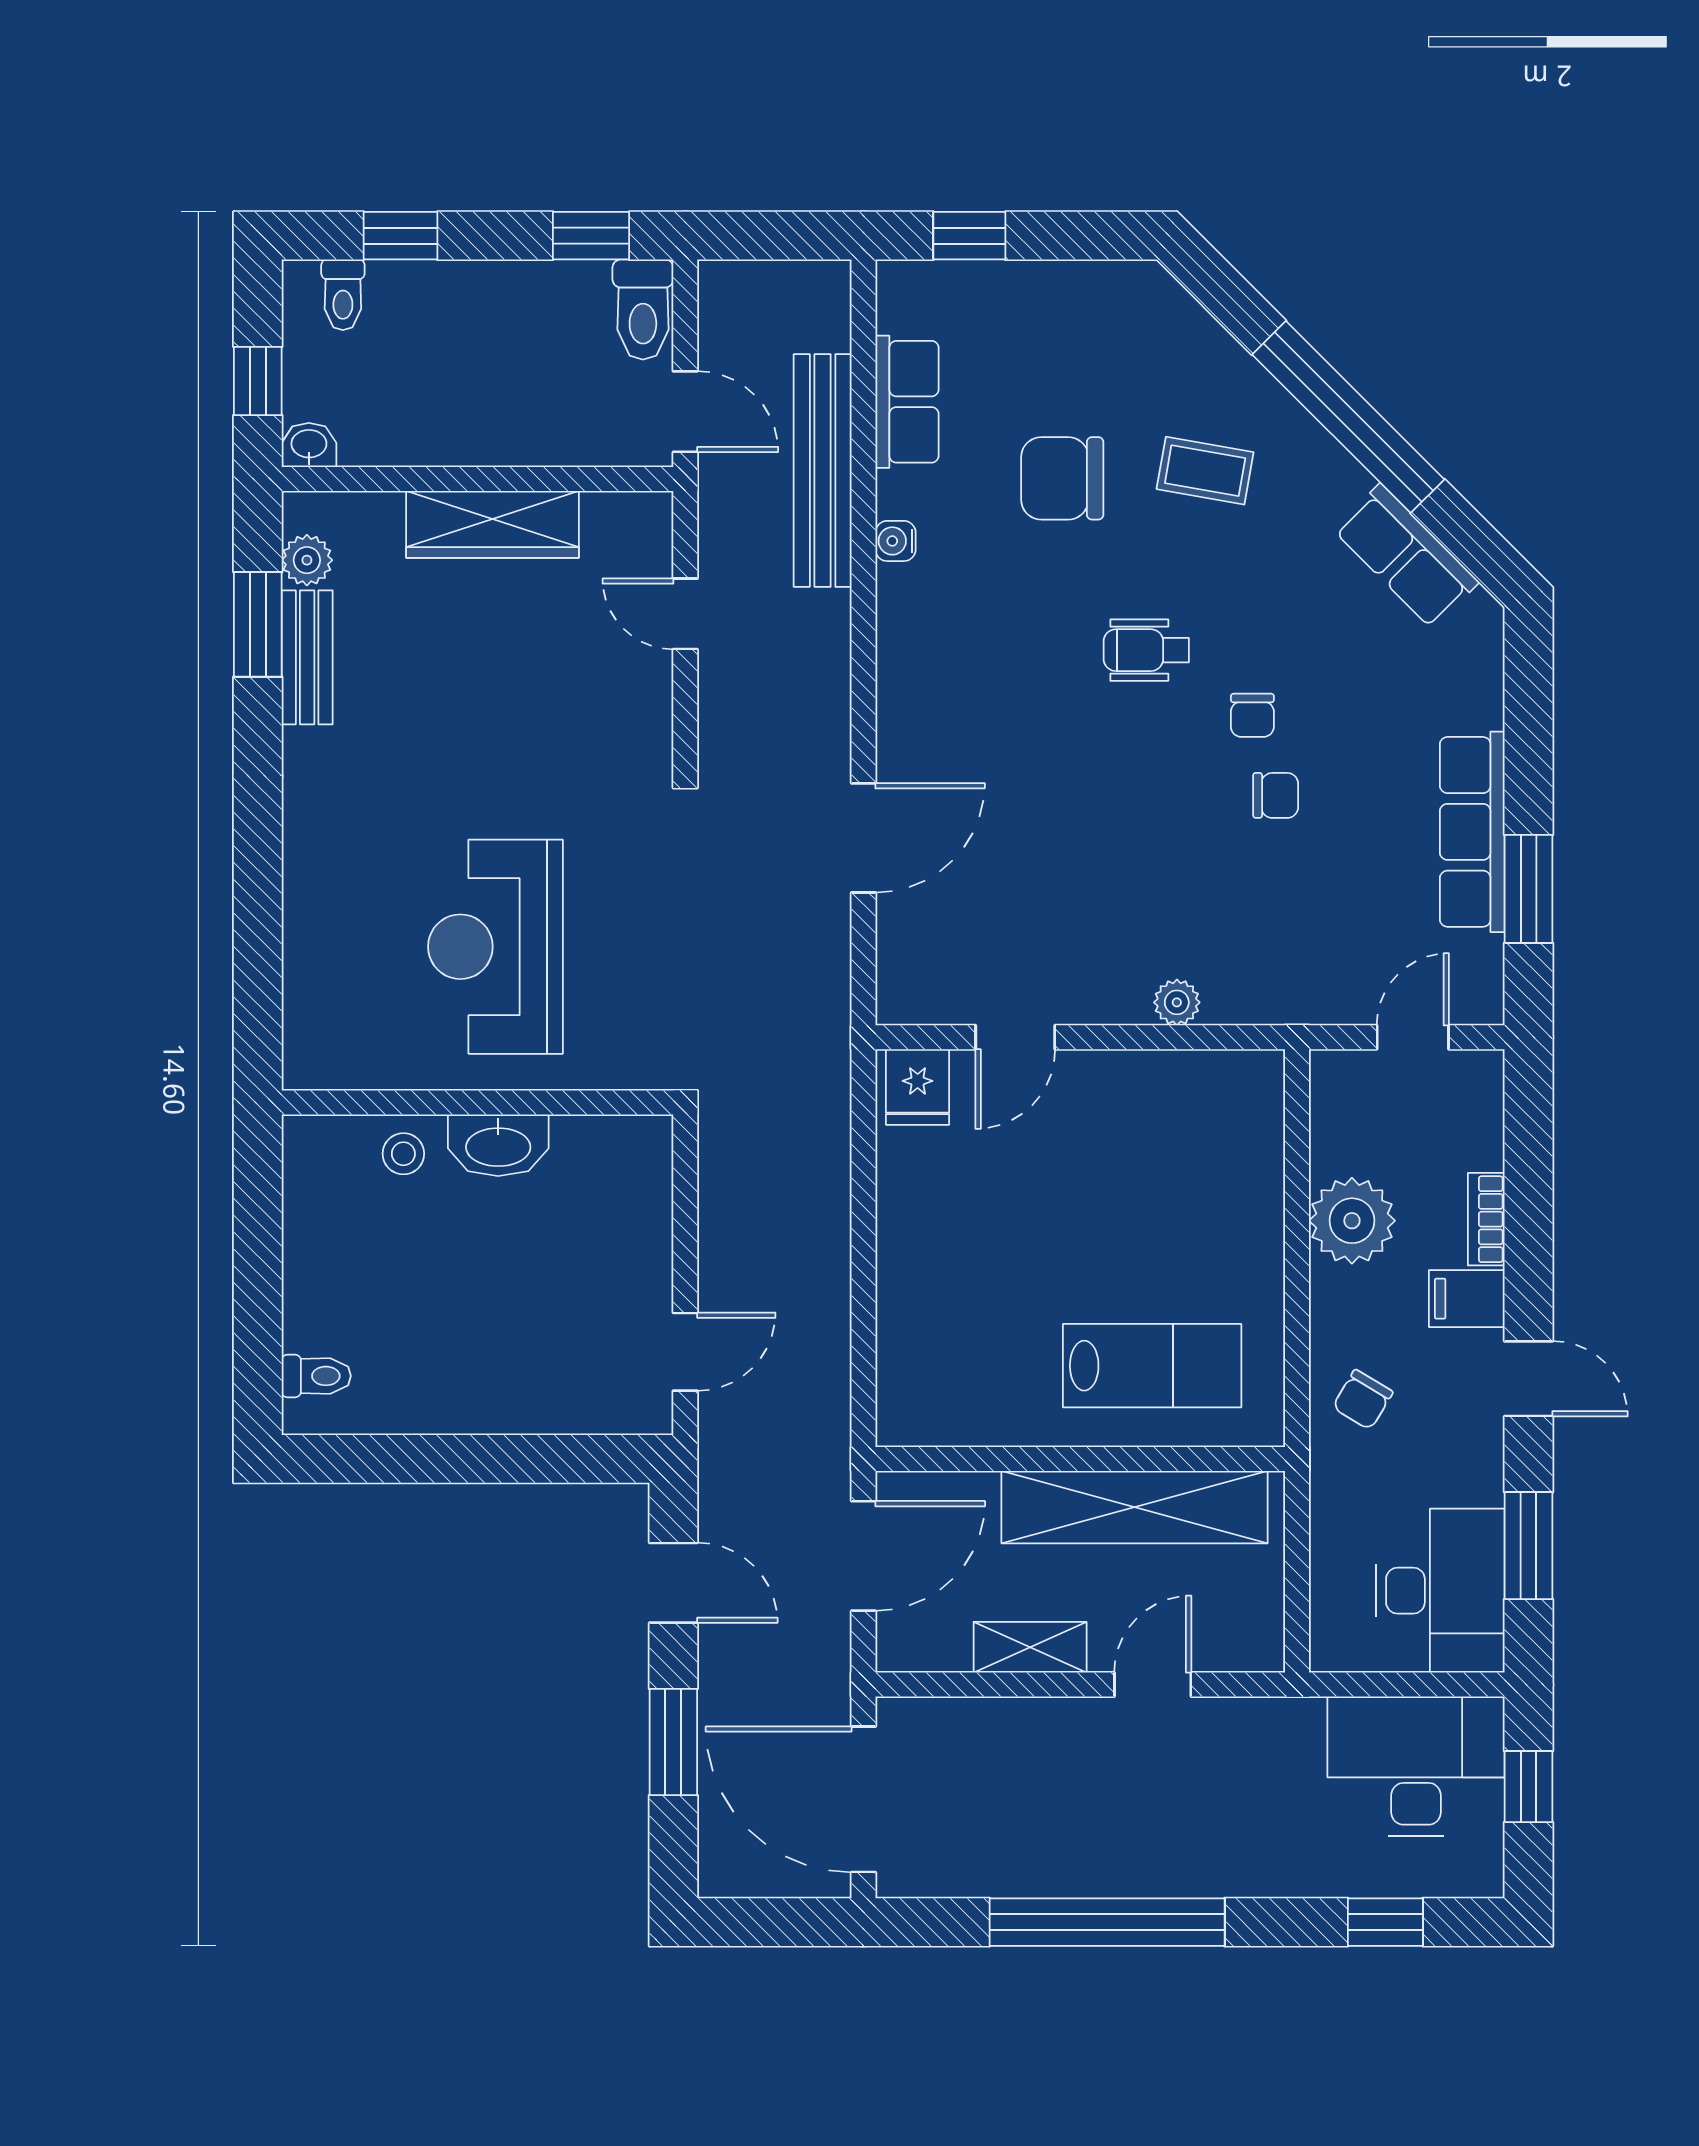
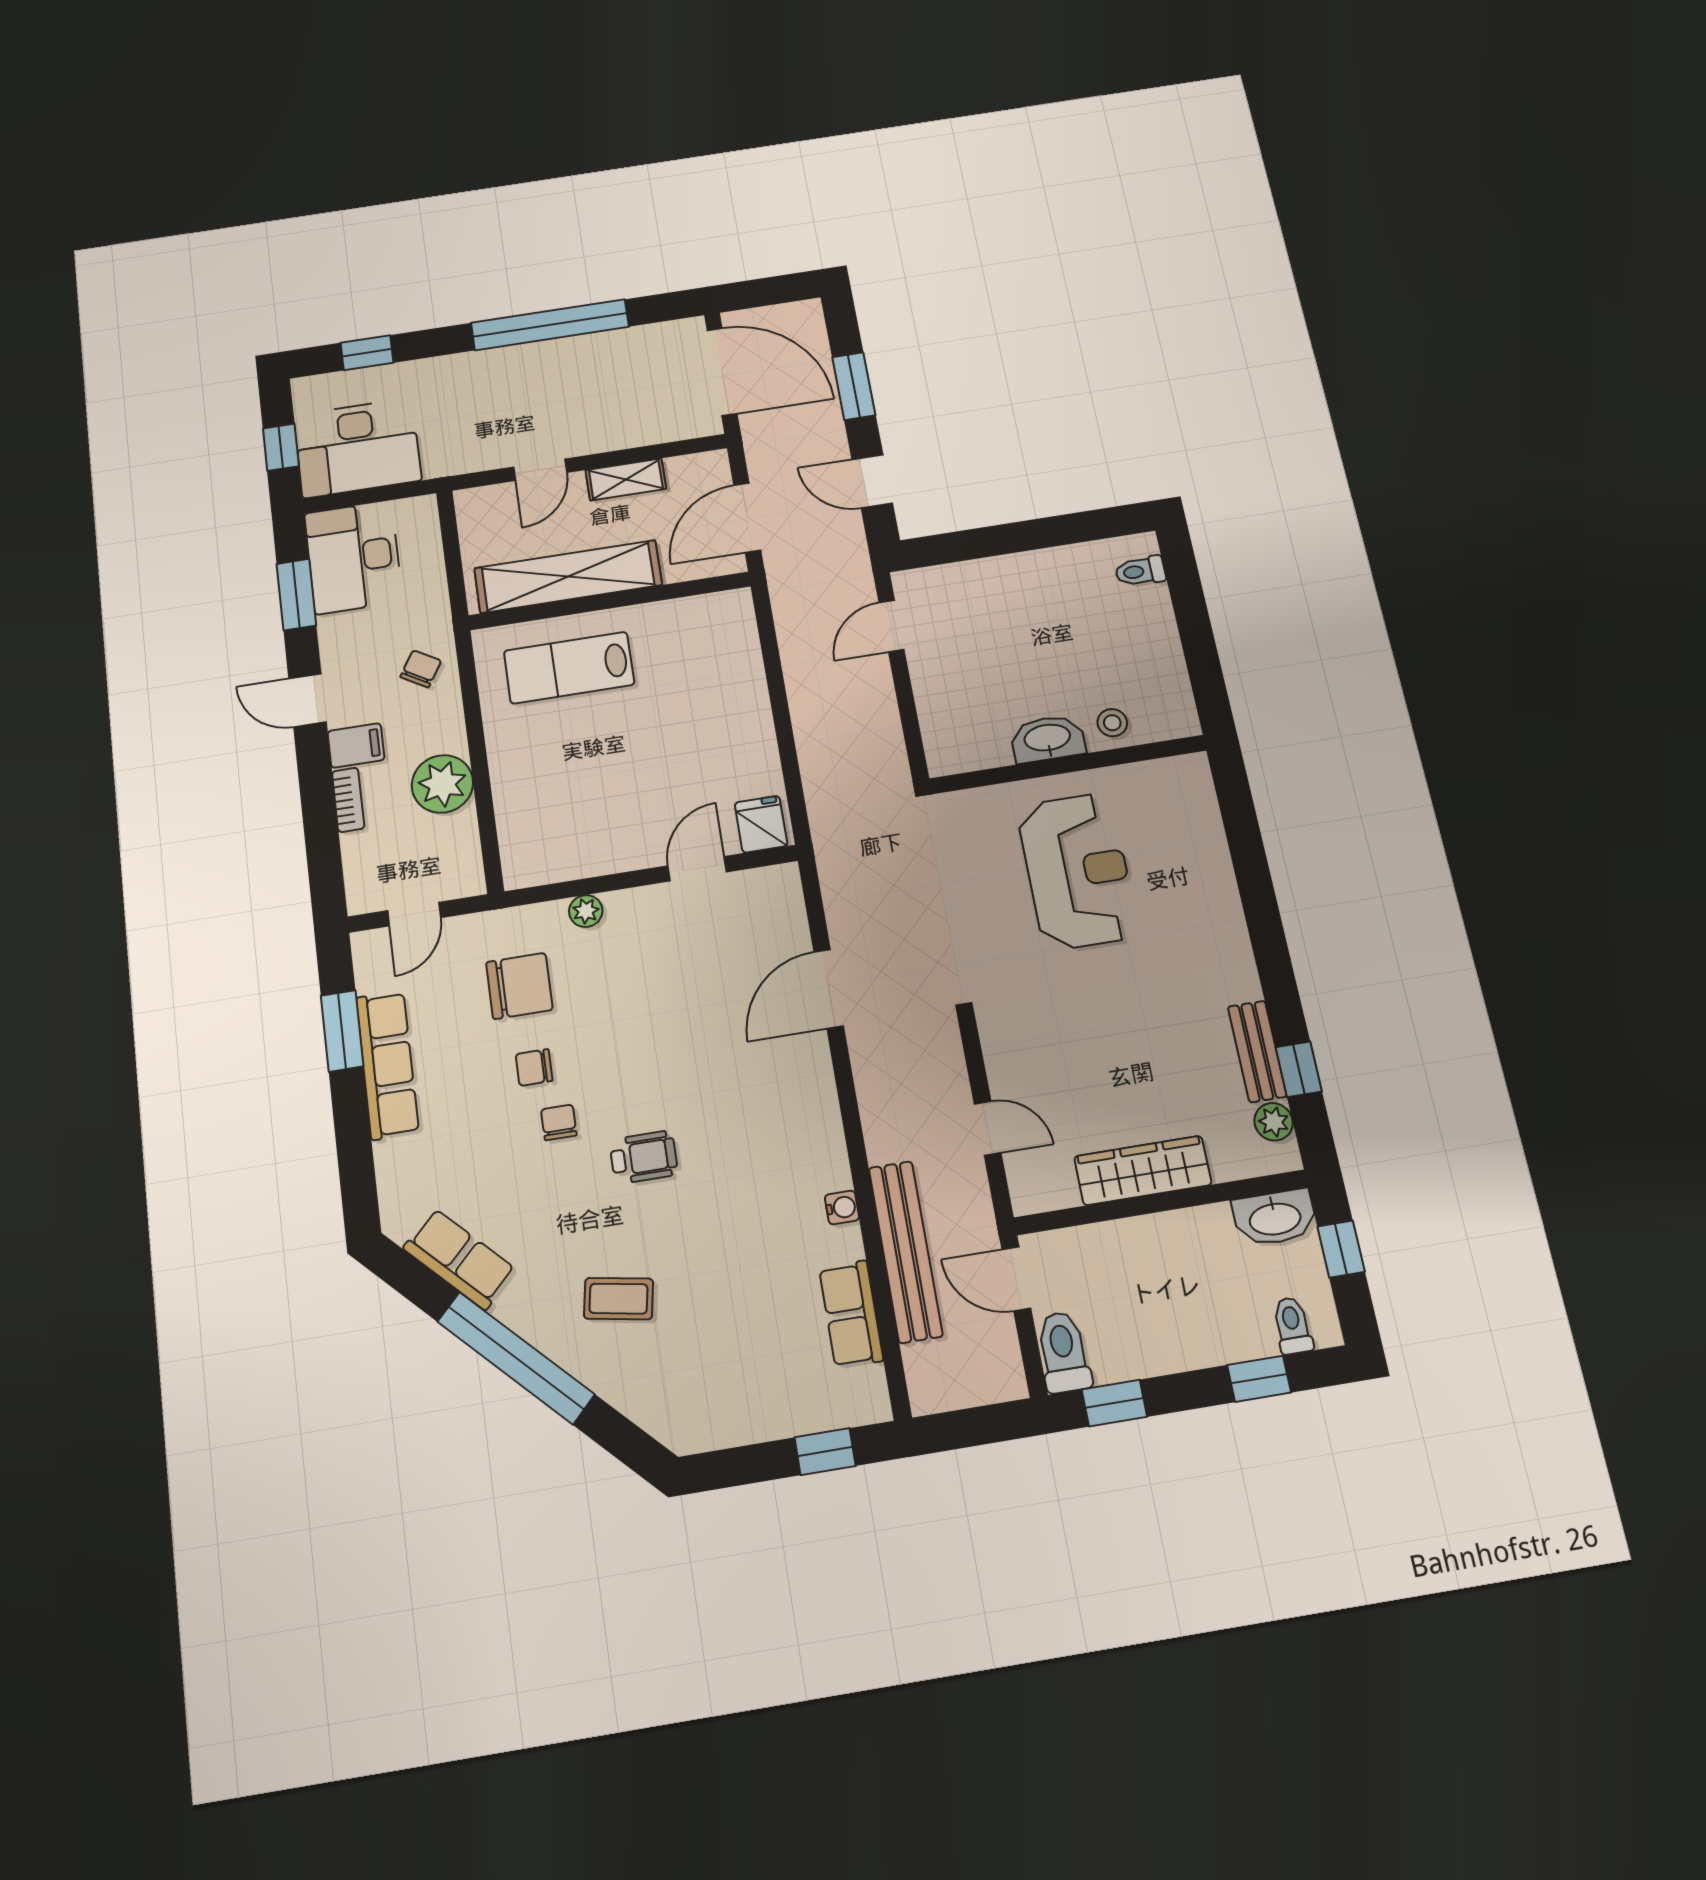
washbasin: (309, 445) -> (1275, 1218), width x1.91, depth x1.45
chair: (1062, 478) -> (519, 986), moved
window: (258, 624) -> (1299, 1069), width x0.67

